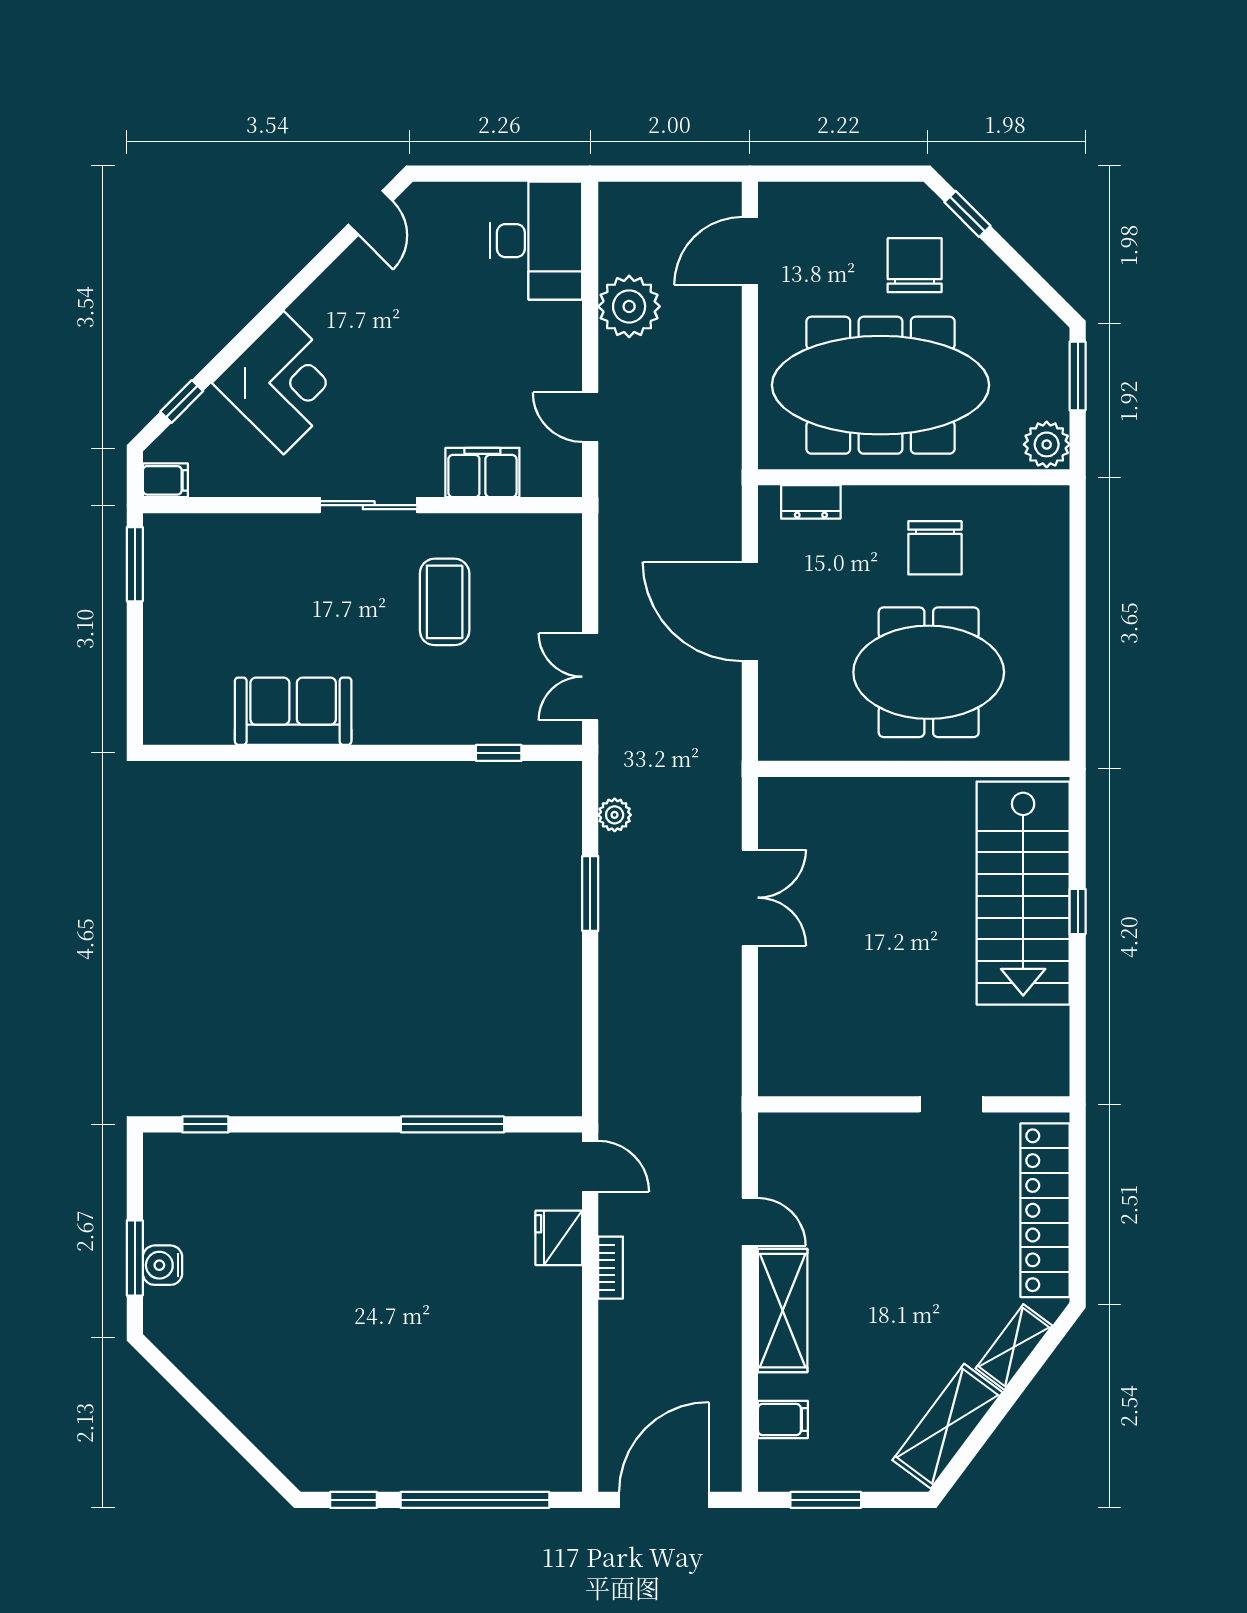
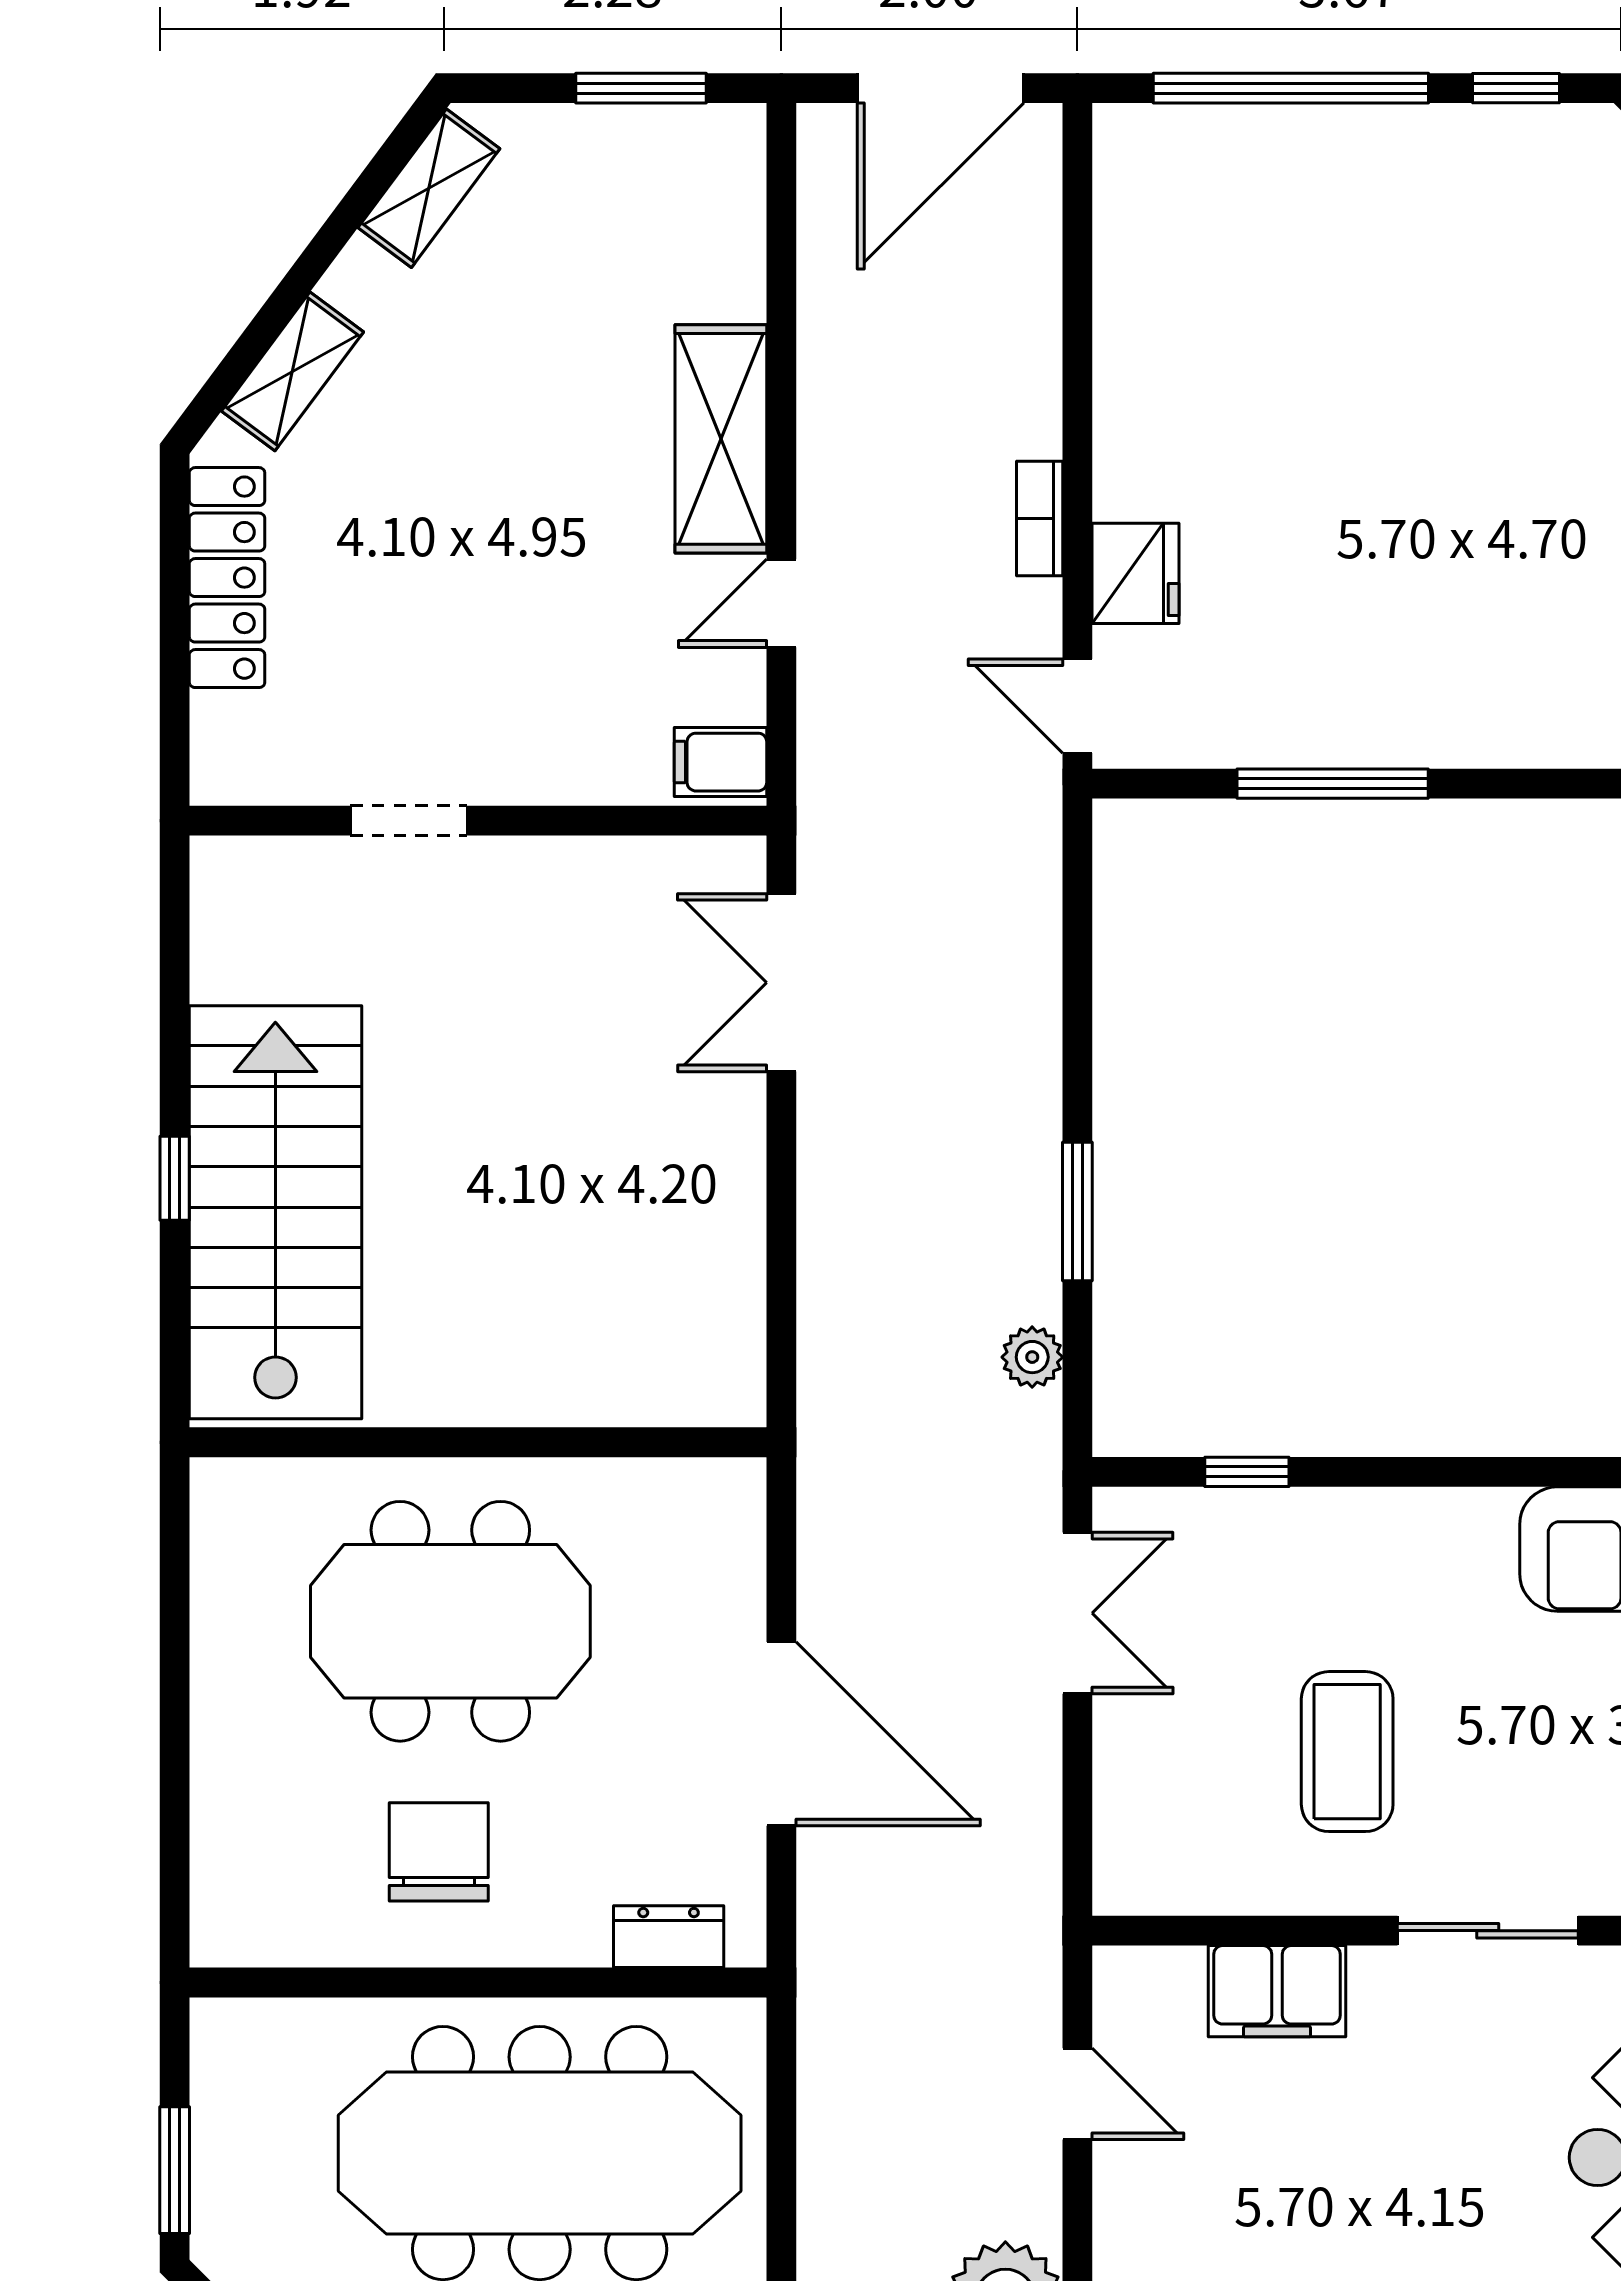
plant: (1047, 444) -> (232, 2043), removed
double door: (750, 898) -> (781, 983), moved
locker: (1045, 1210) -> (227, 578), width x0.71, depth x0.83
door: (750, 1222) -> (781, 603), hinge flipped
filing cabinet: (783, 1420) -> (720, 762), moved
shelving: (947, 1426) -> (429, 188), width x0.67, depth x0.75

